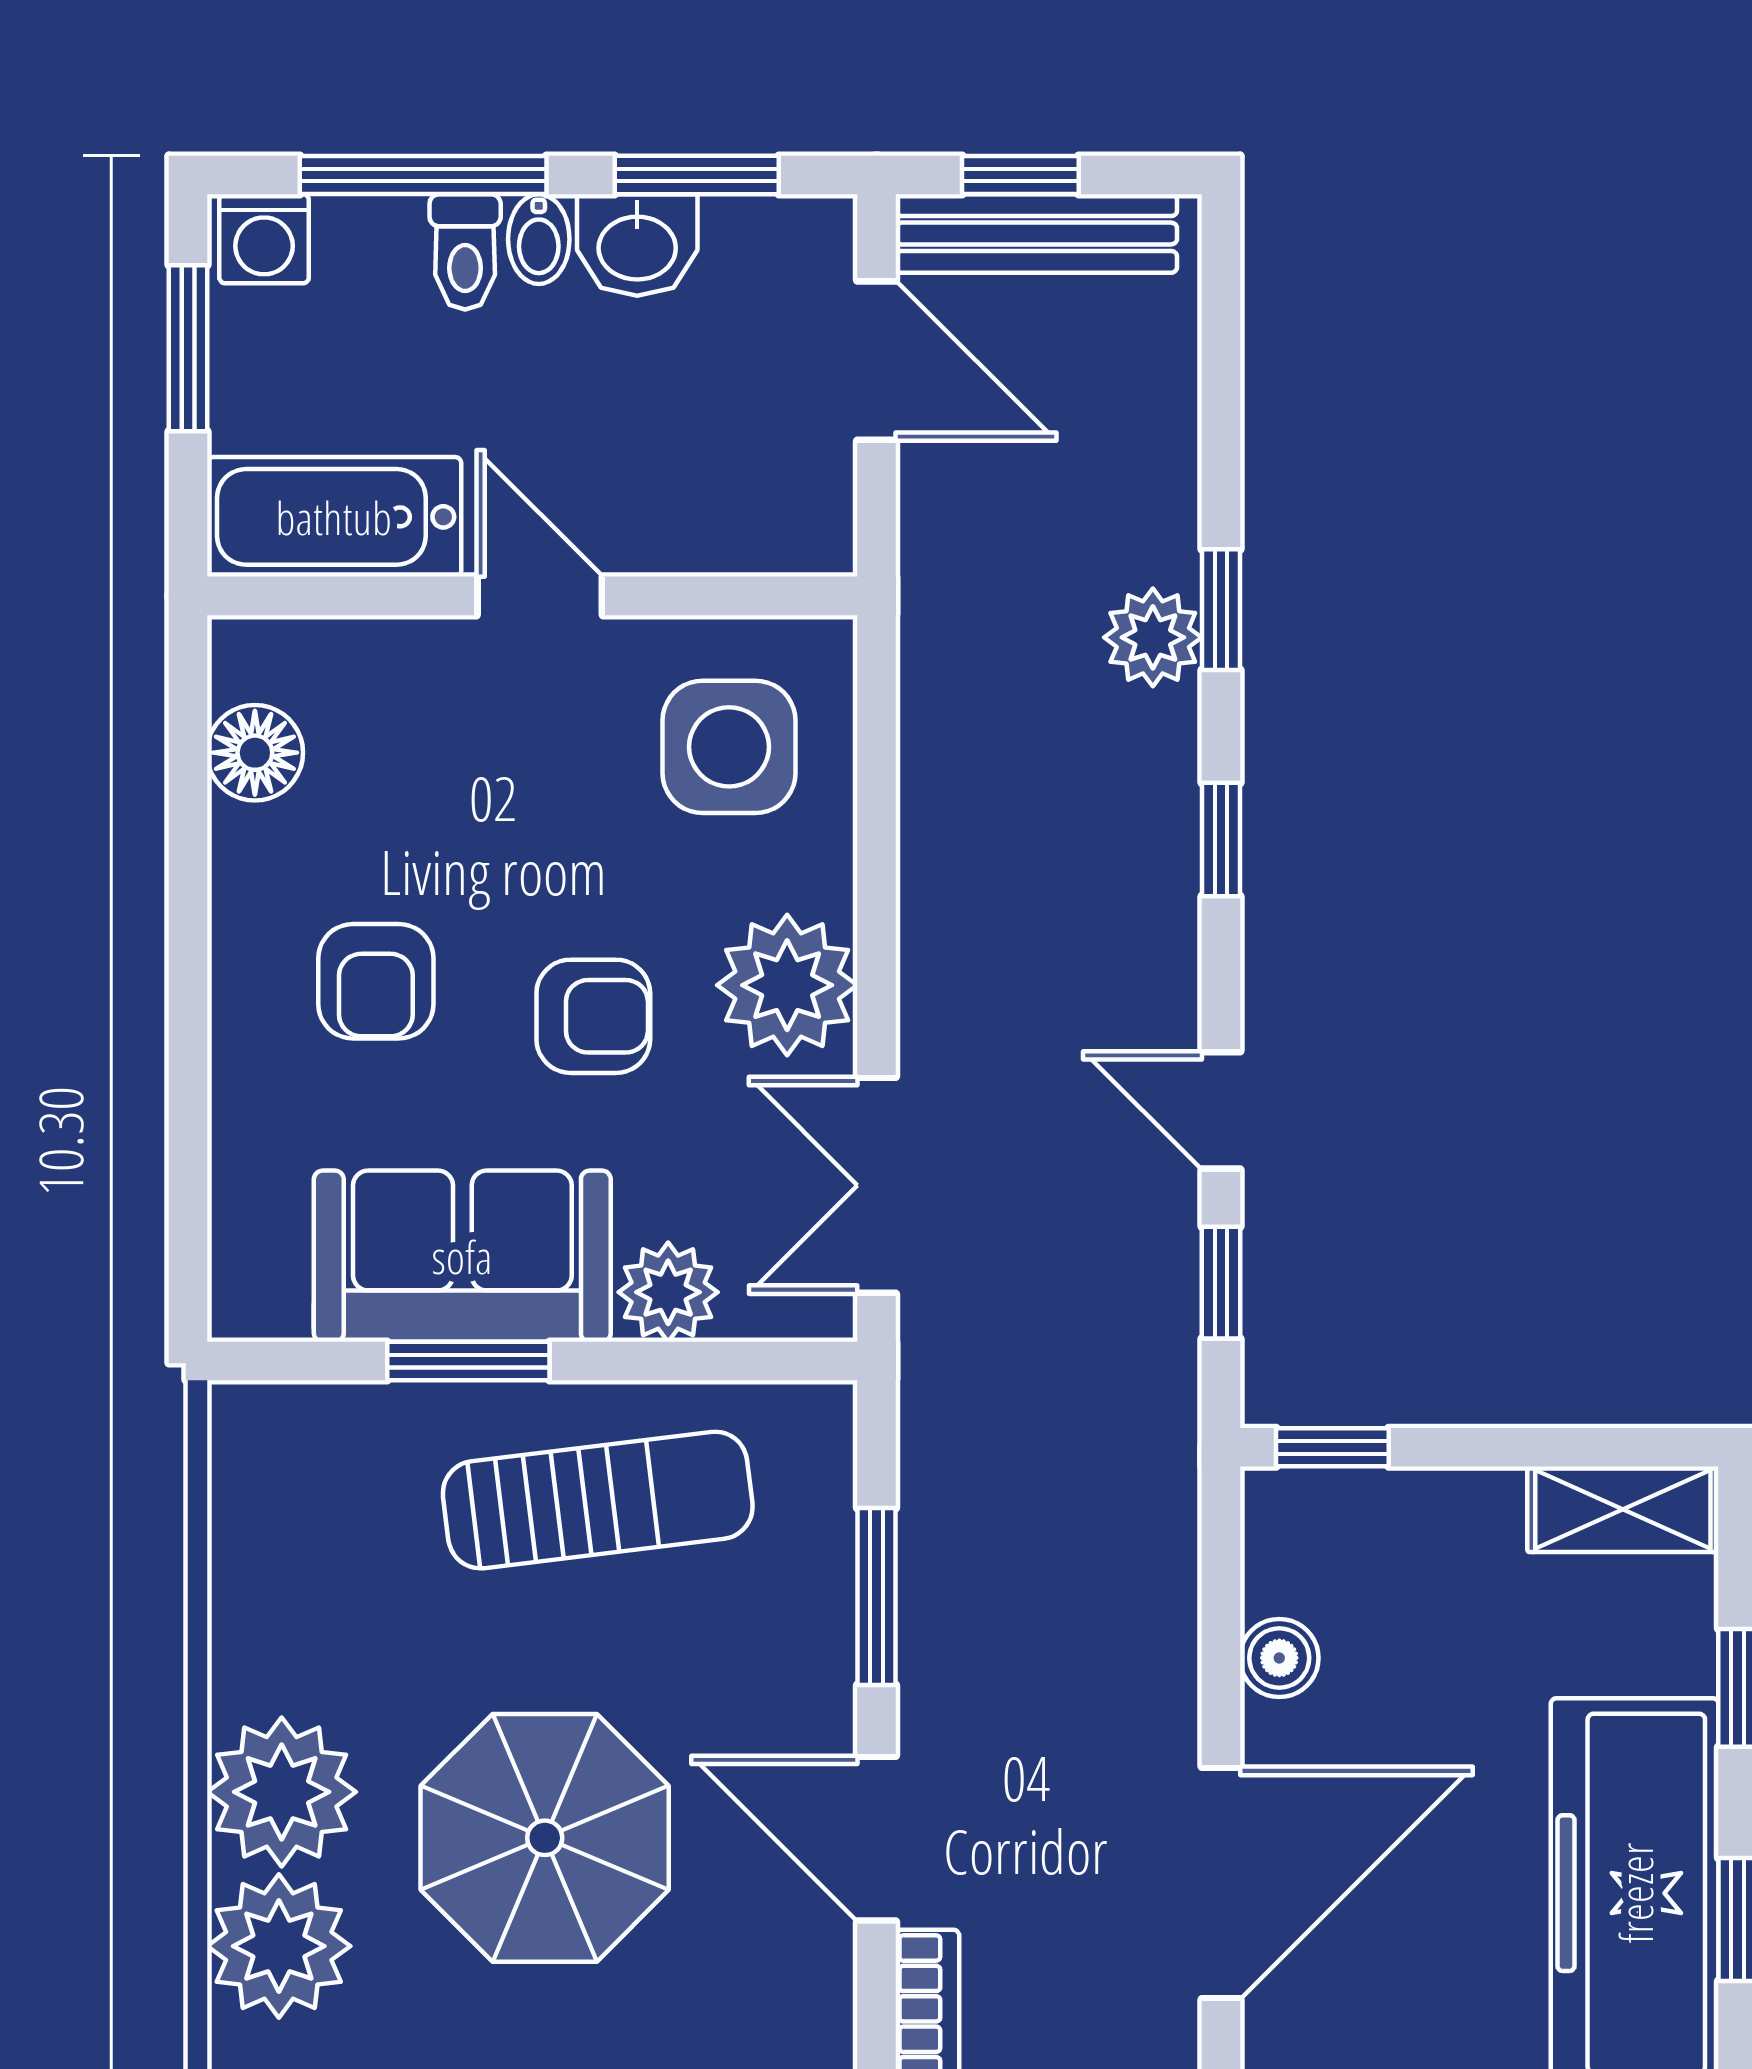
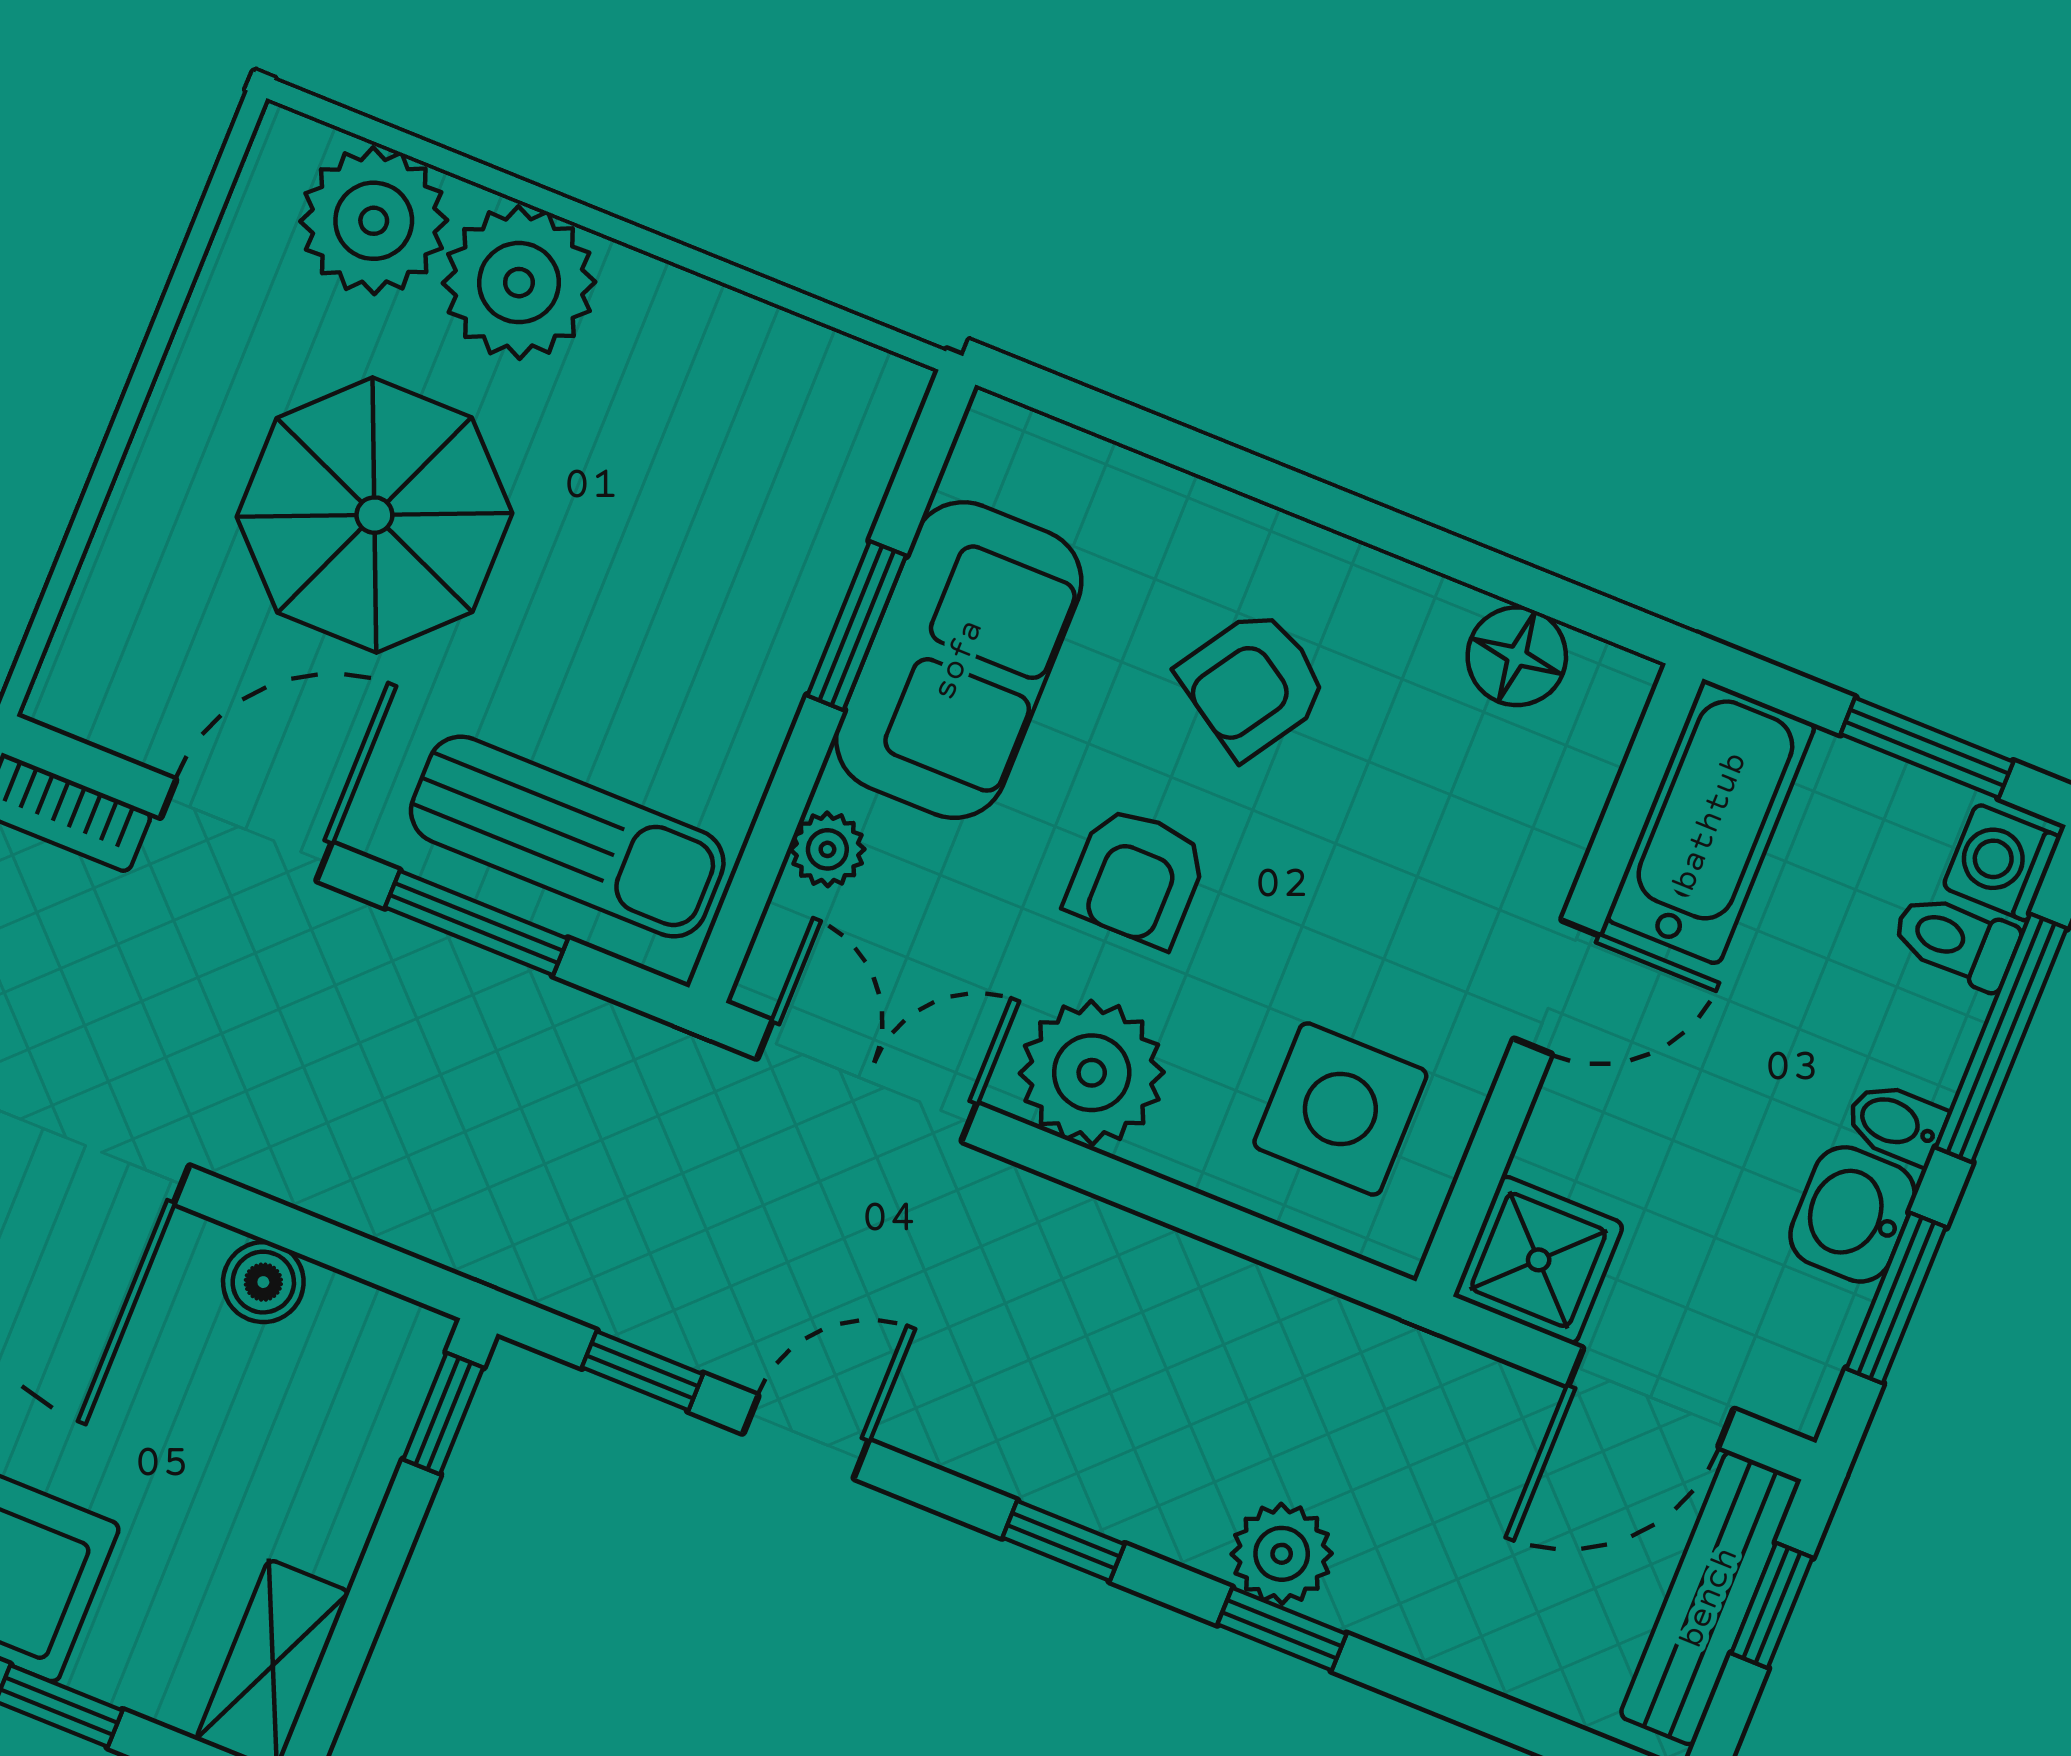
toilet: (465, 252) -> (1956, 941), moved
shower: (793, 512) -> (1539, 1260), added
armchair: (376, 981) -> (1253, 683), turned -57
plant: (668, 1292) -> (827, 849), width x0.73, depth x0.73
sun lounger: (598, 1500) -> (567, 837), moved, turned -83

